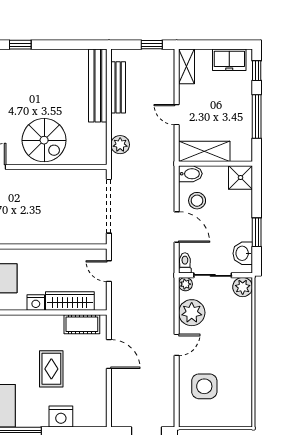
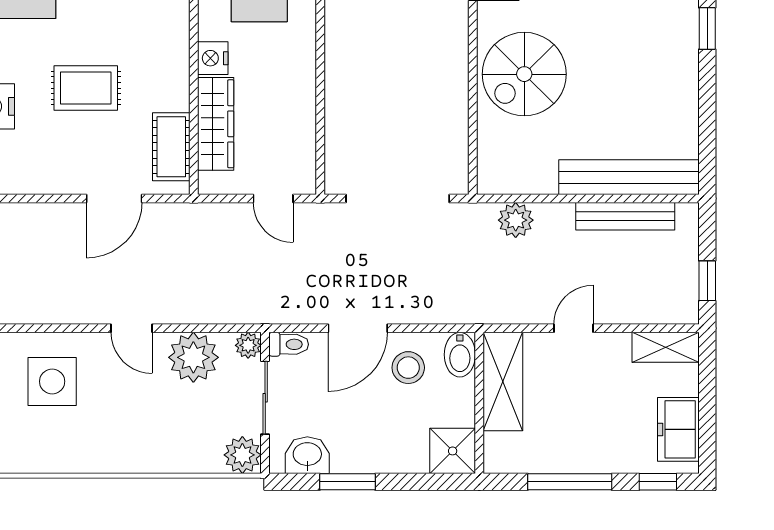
door: (109, 271) -> (273, 199), swing flipped

